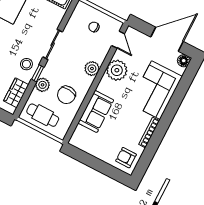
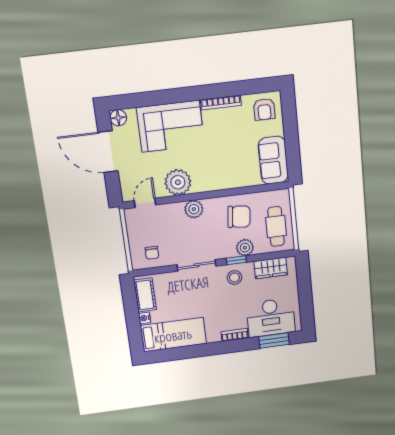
chair: (94, 27) -> (152, 253), moved
sofa: (96, 111) -> (273, 160), moved, turned -90

